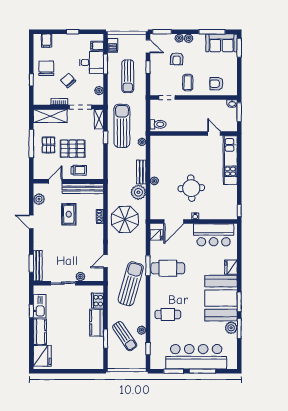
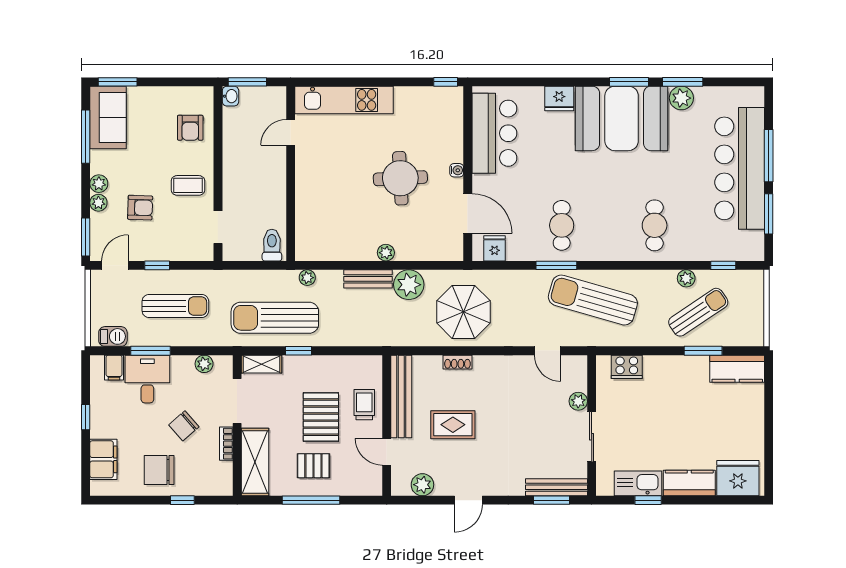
filing cabinet: (47, 41) -> (103, 459), width x2.00
cafe table: (168, 268) -> (562, 225), width x0.73, depth x0.74
kitchen counter: (97, 323) -> (737, 369), moved

